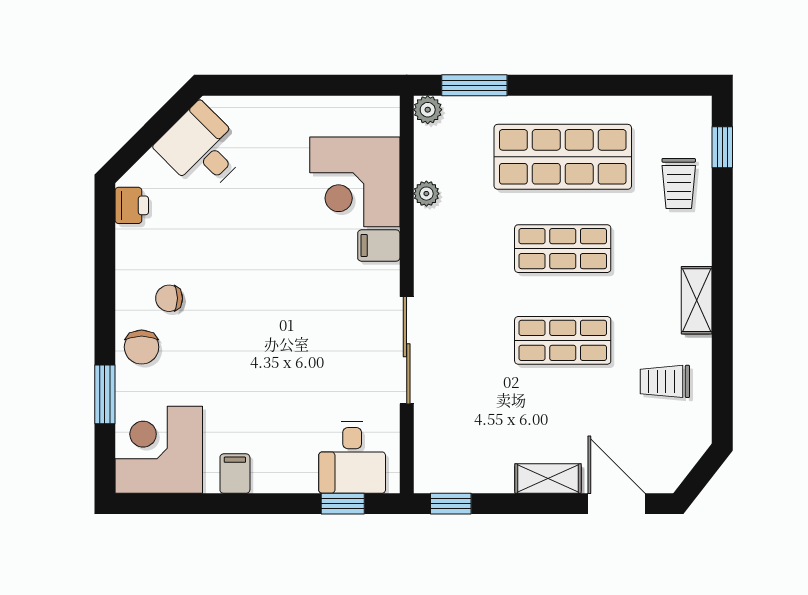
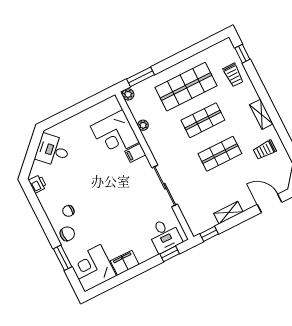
chair: (142, 347) -> (67, 234), turned -90
filing cabinet: (235, 474) -> (125, 263), width x2.00
shelving: (548, 479) -> (228, 213), moved

